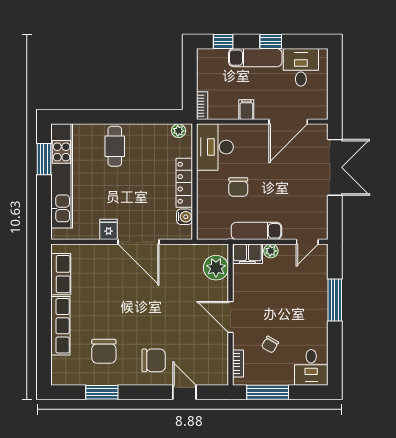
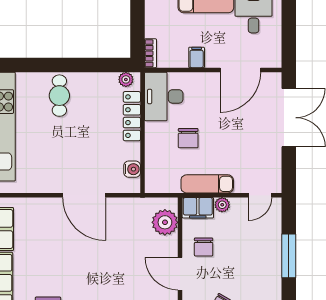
locker: (184, 183) -> (132, 116), moved
fridge: (109, 229) -> (53, 182), removed
chair: (253, 291) -> (204, 247), added

